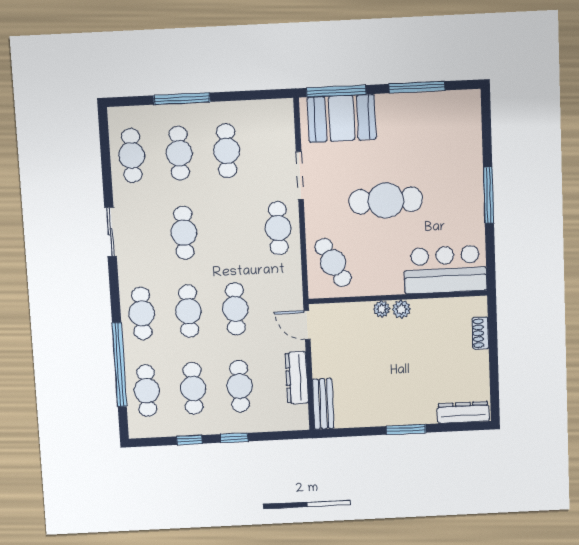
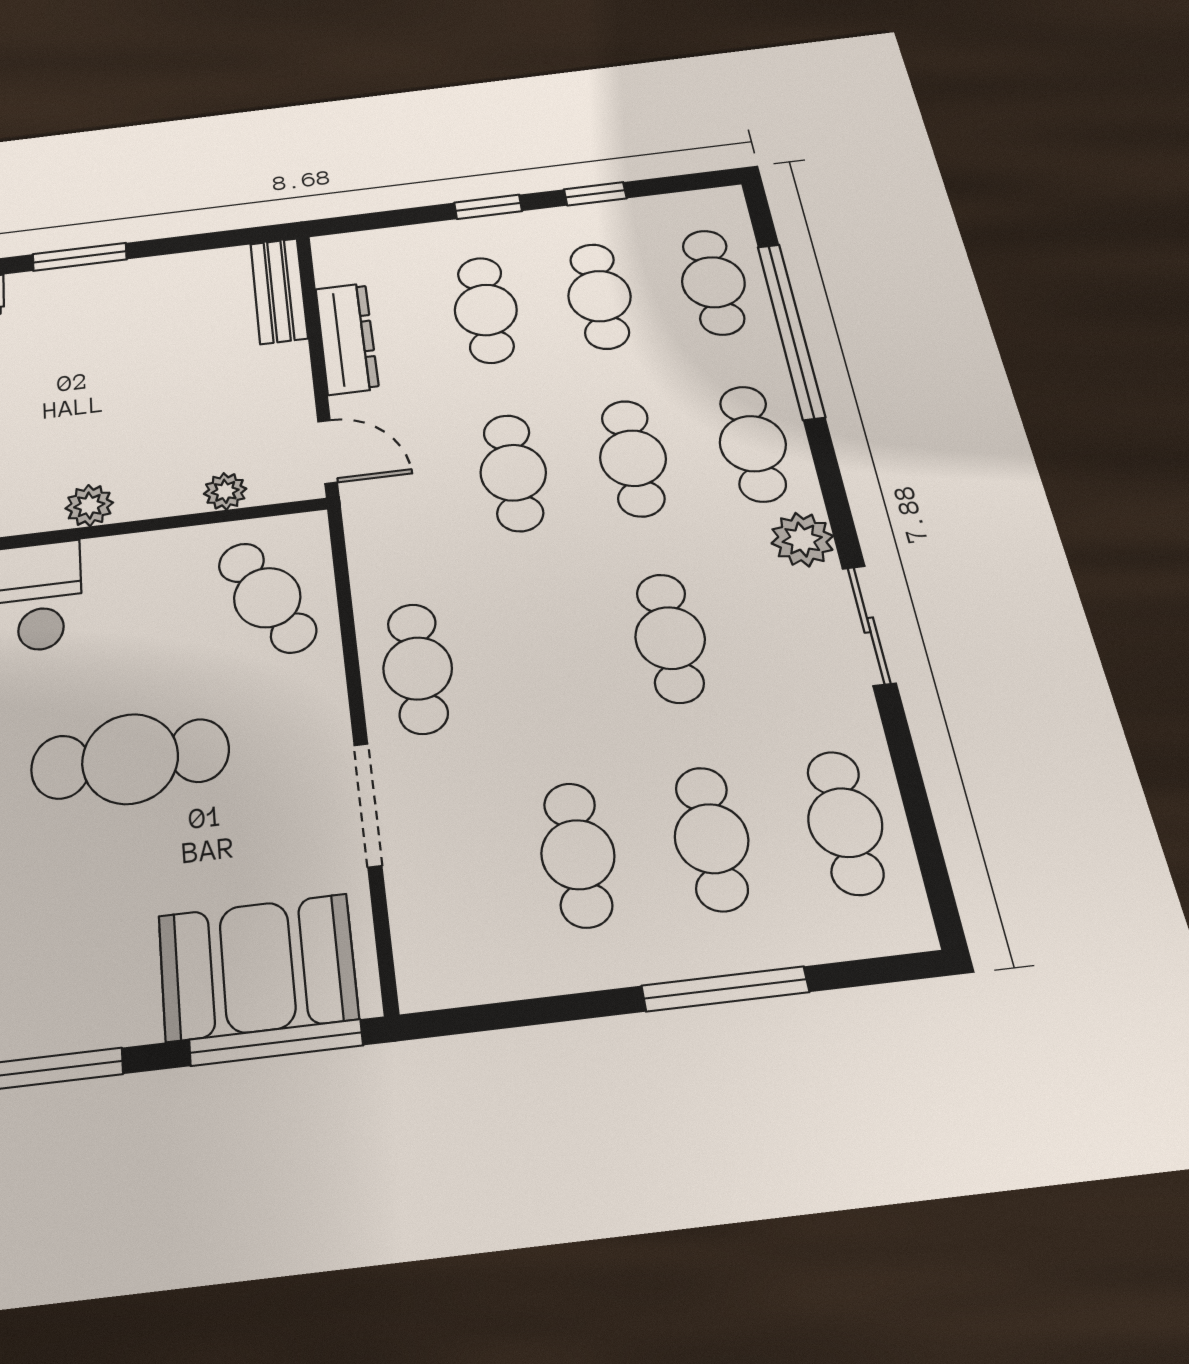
plant: (129, 270) -> (802, 540), added
plant: (382, 309) -> (225, 491), moved

